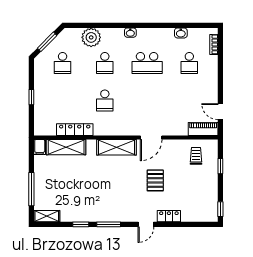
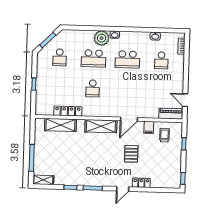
plant: (91, 37) -> (102, 38), moved
school desk: (105, 63) -> (94, 58), width x1.85
filing cabinet: (40, 147) -> (149, 127), moved

